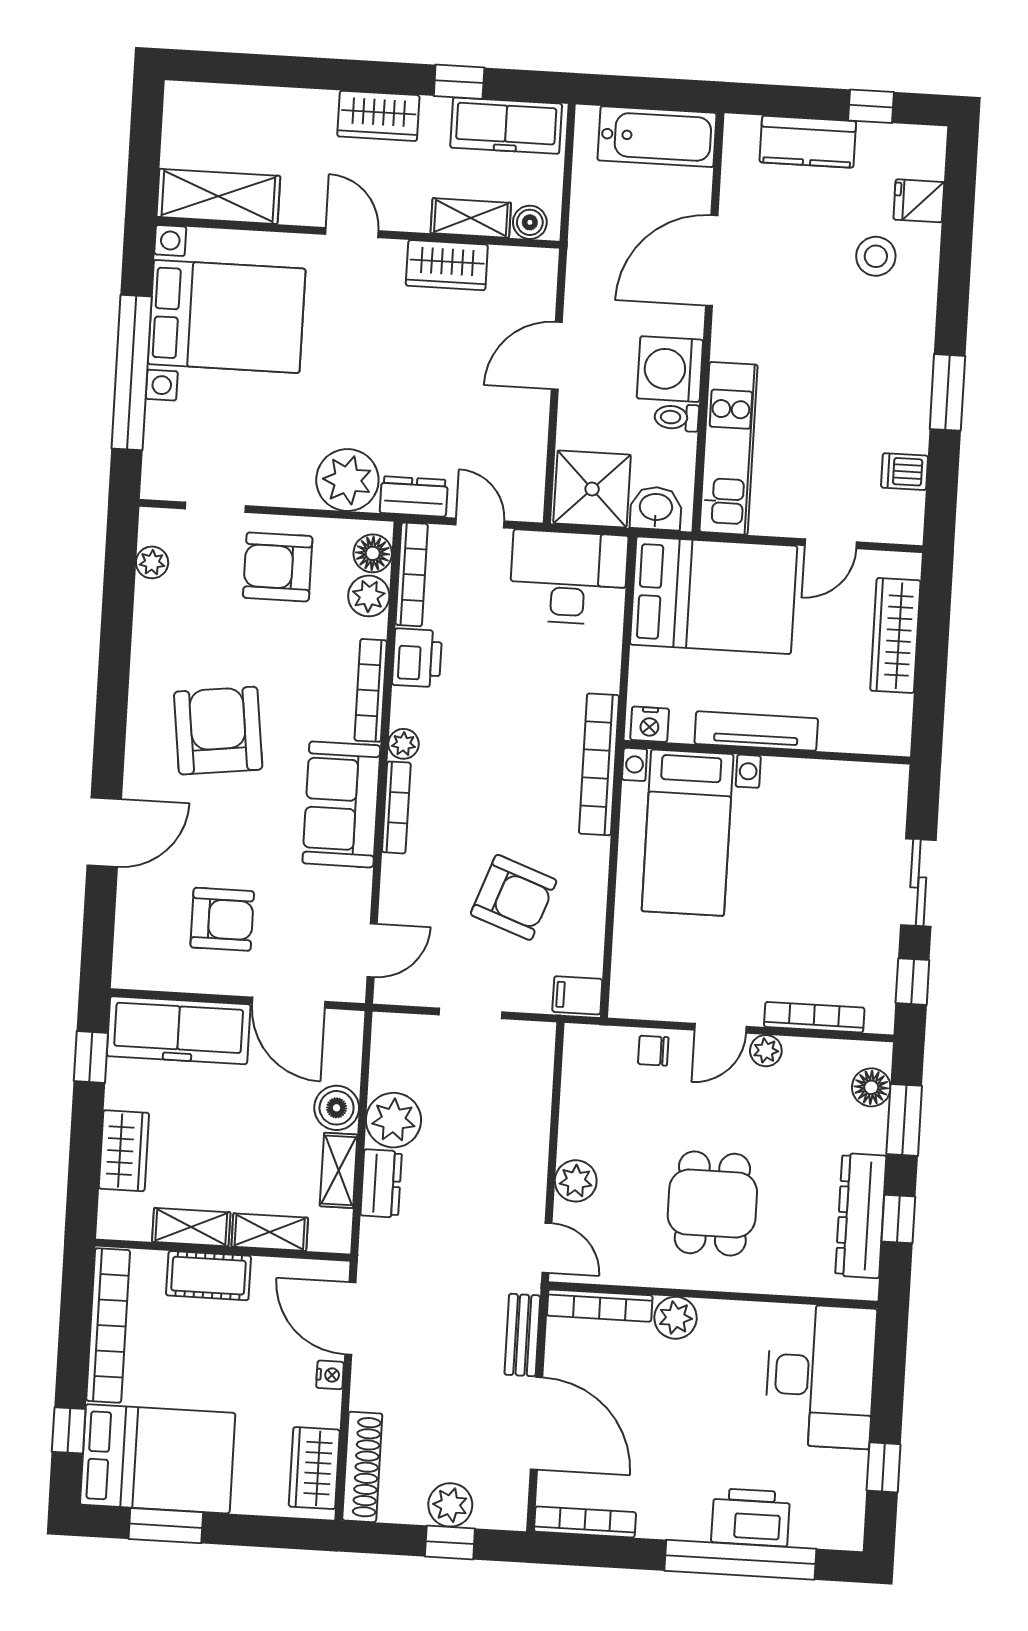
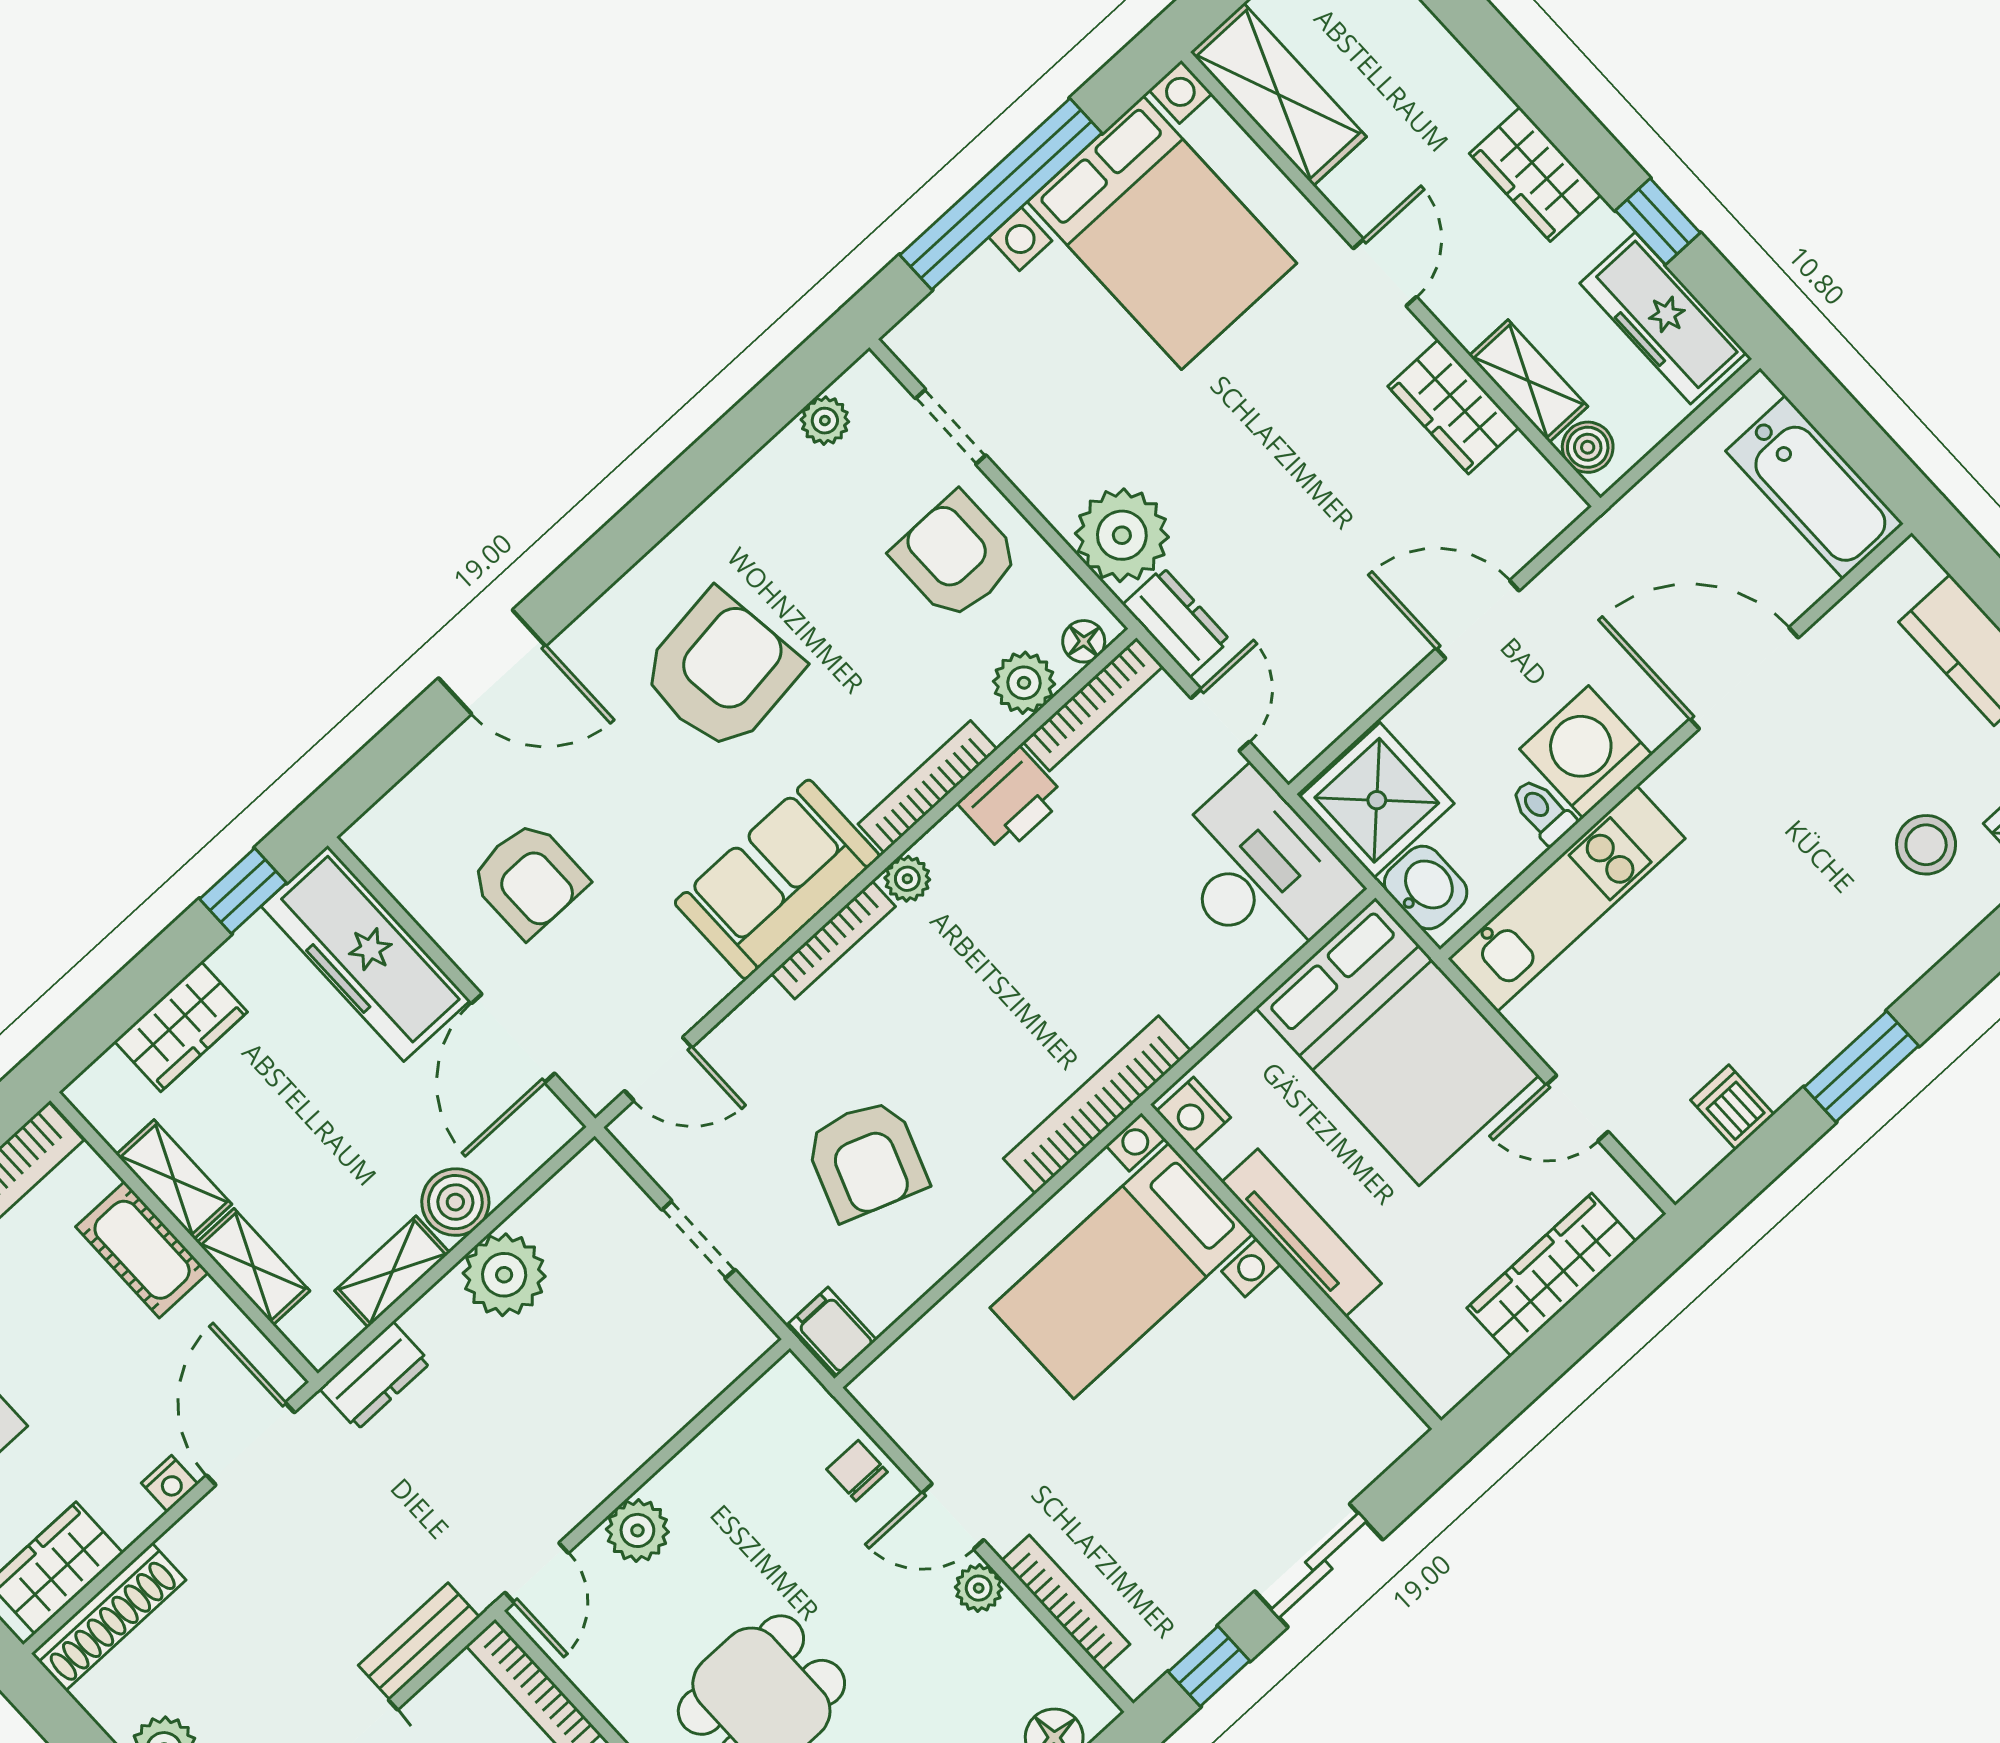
floor lamp: (373, 553) -> (1084, 641), width x0.73, depth x0.73
dresser: (381, 1183) -> (375, 1376), moved

